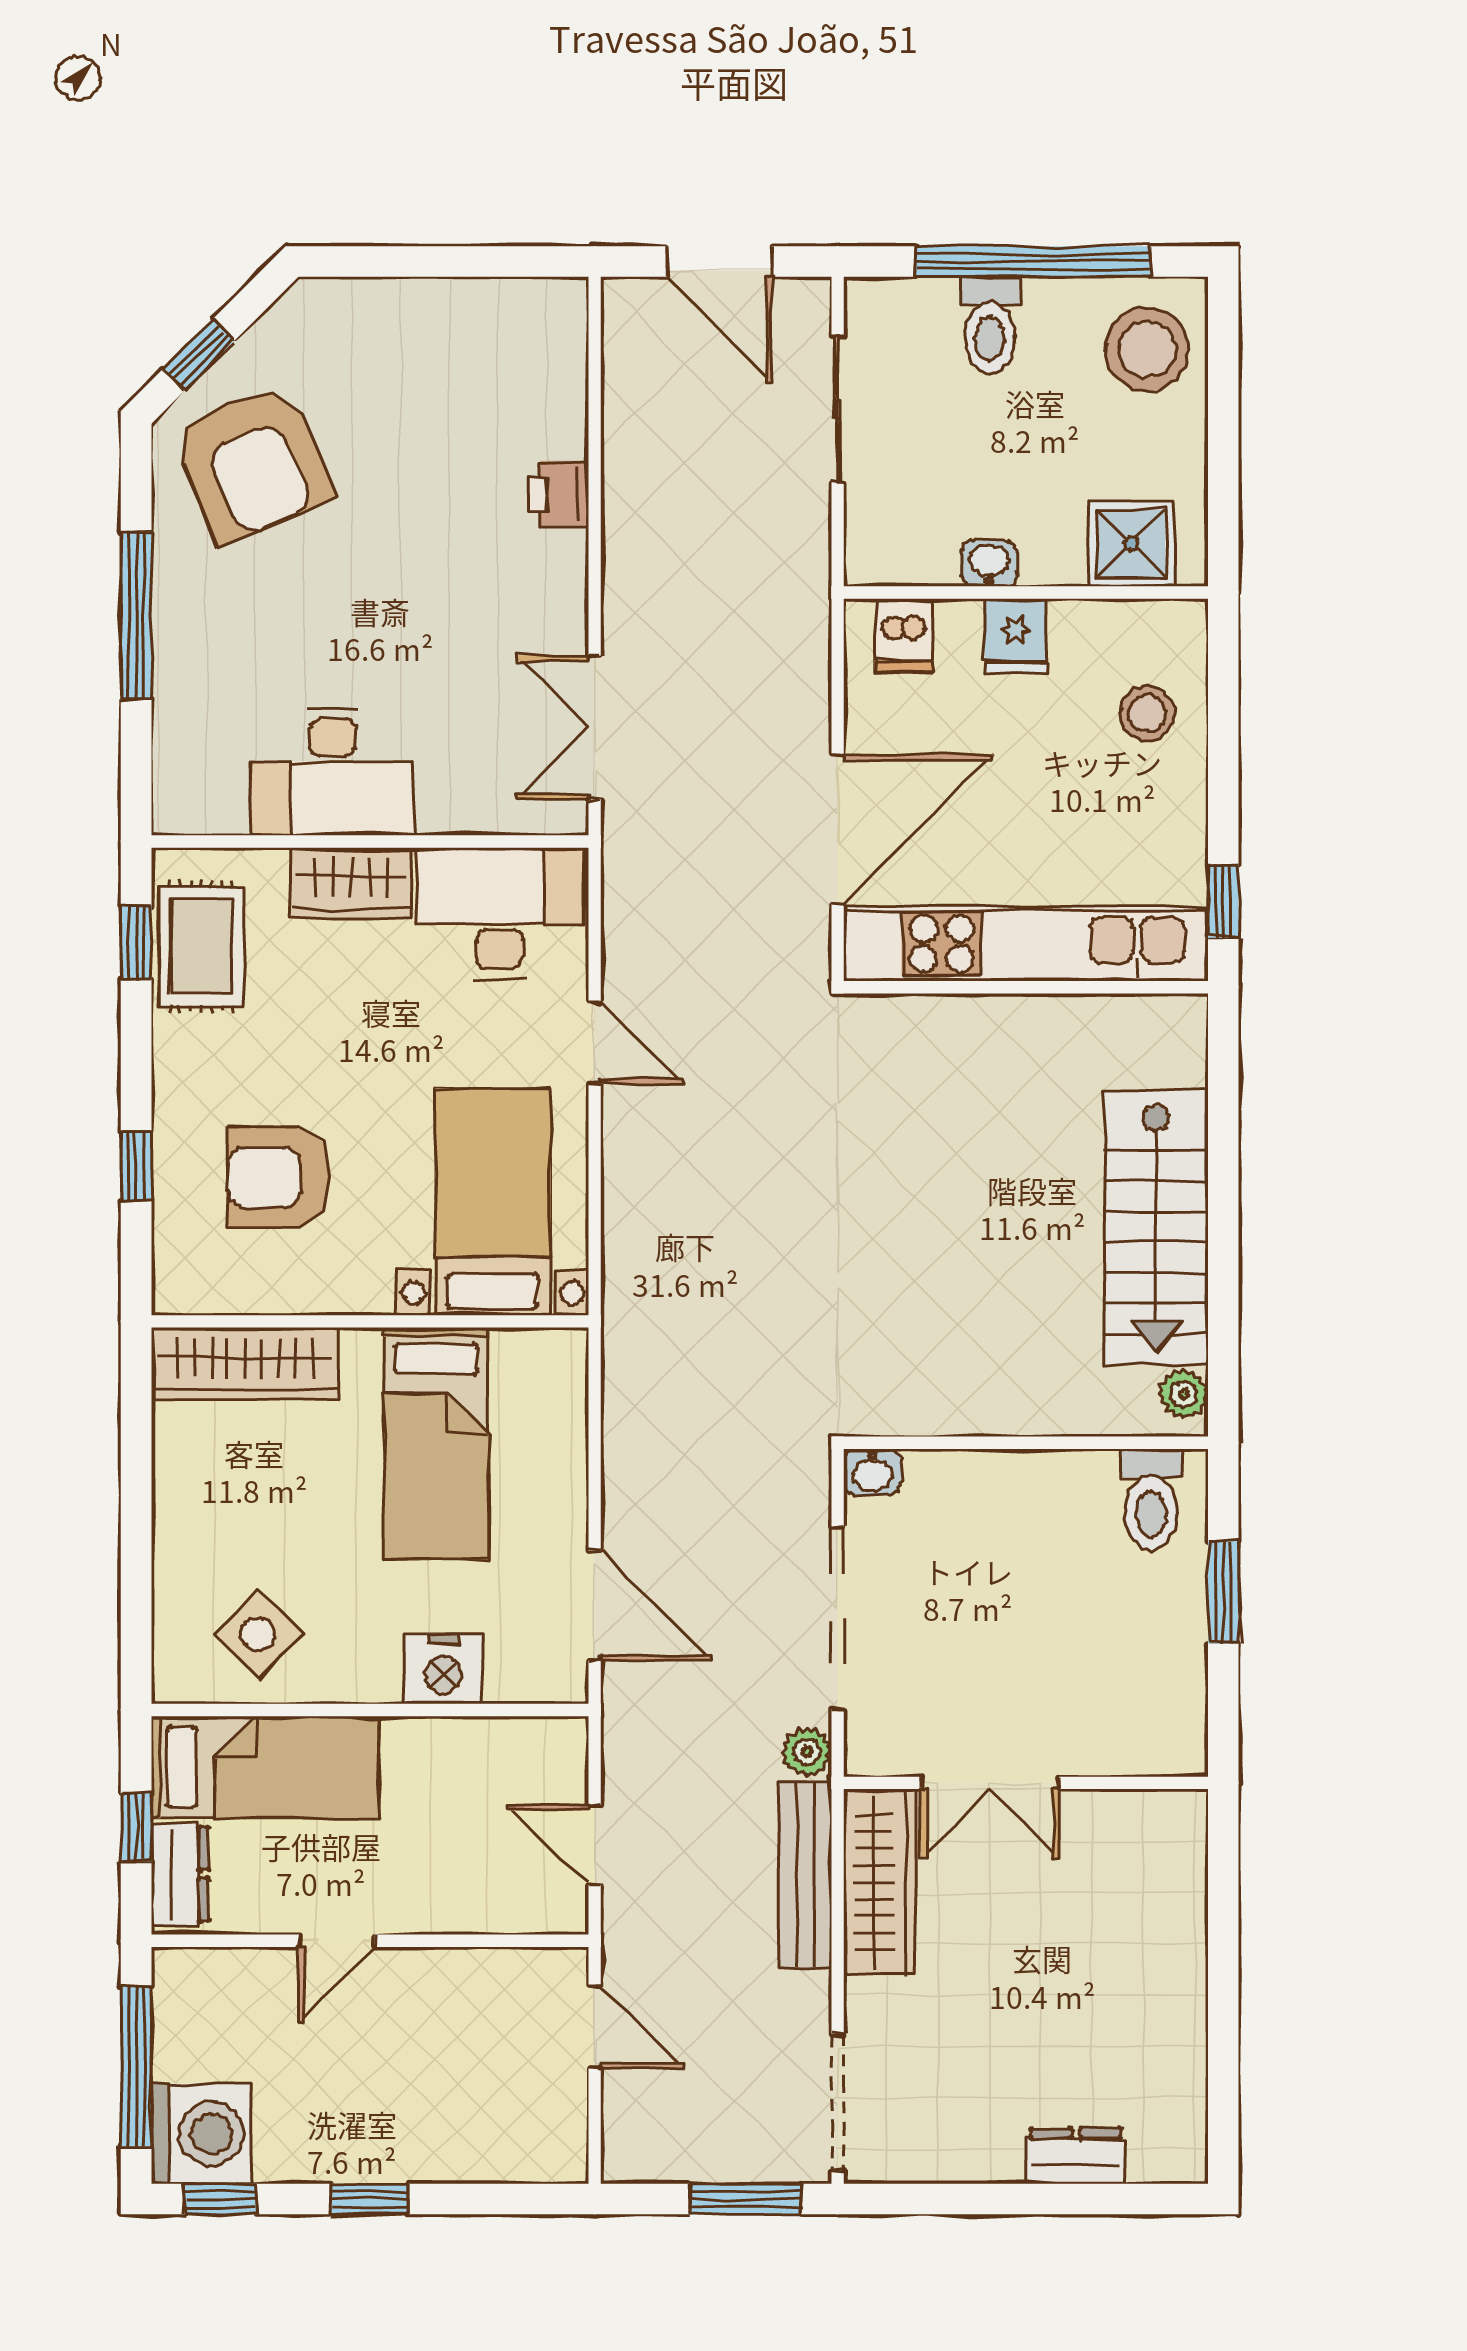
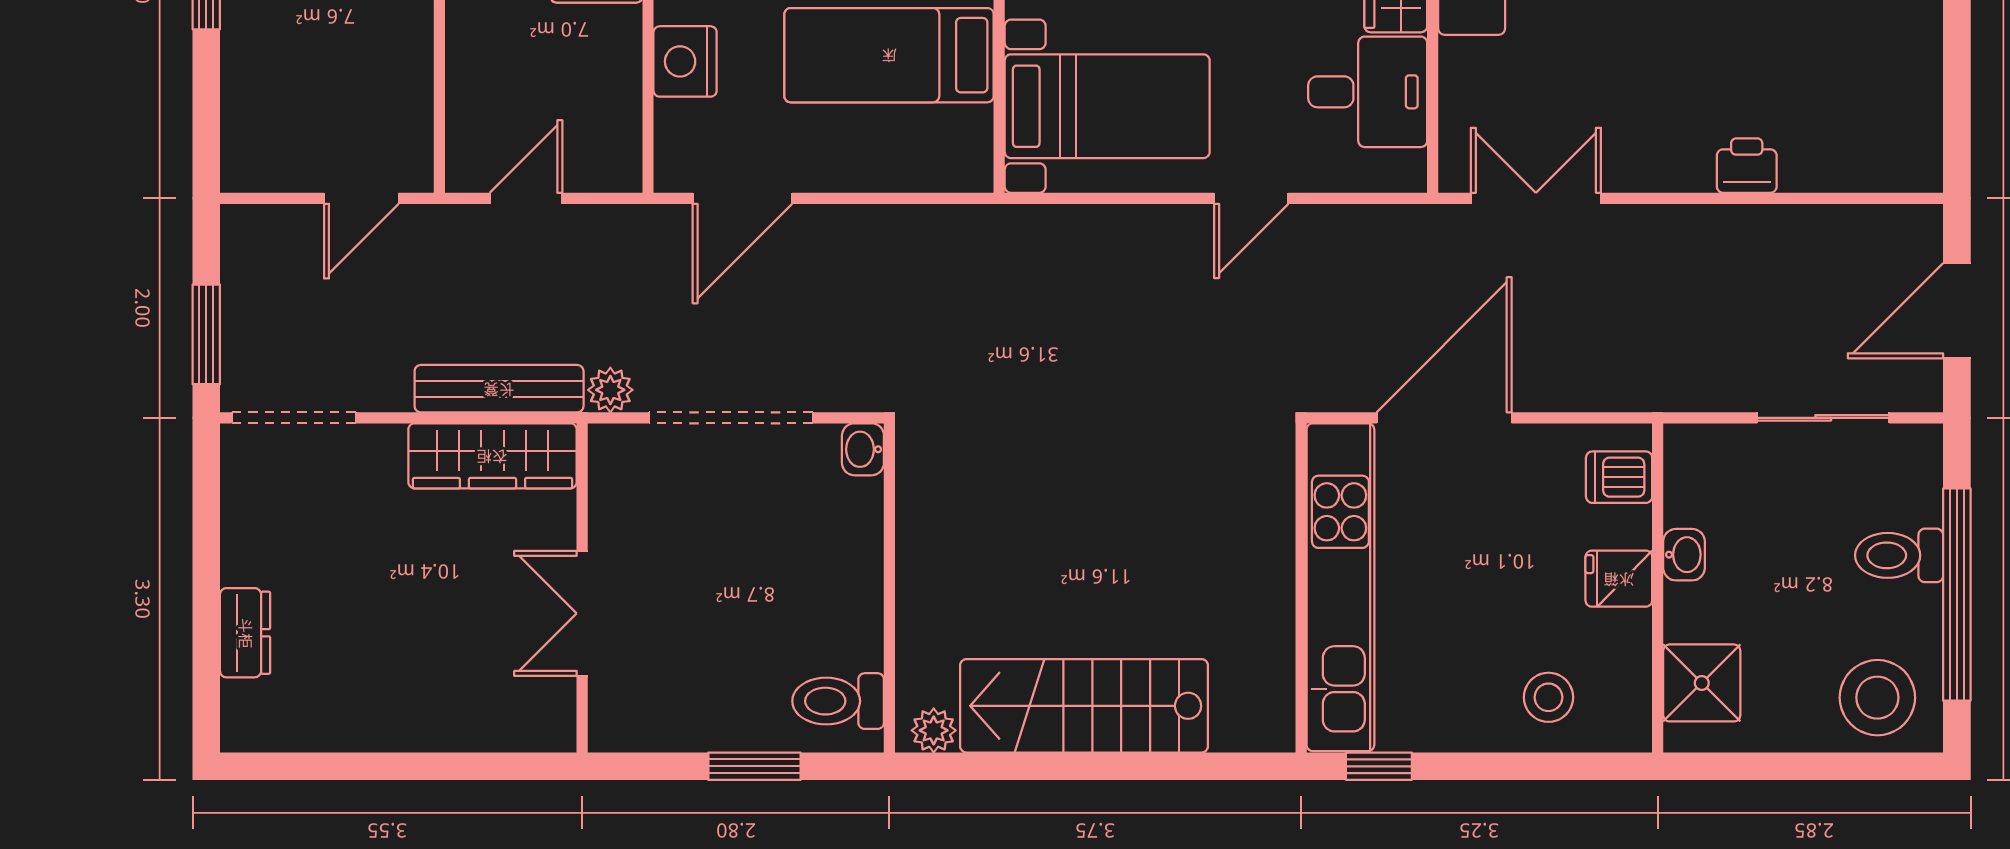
door: (838, 829) -> (1444, 418), swing flipped
desk: (500, 913) -> (1368, 92), width x0.73
double door: (990, 1783) -> (582, 613), moved

